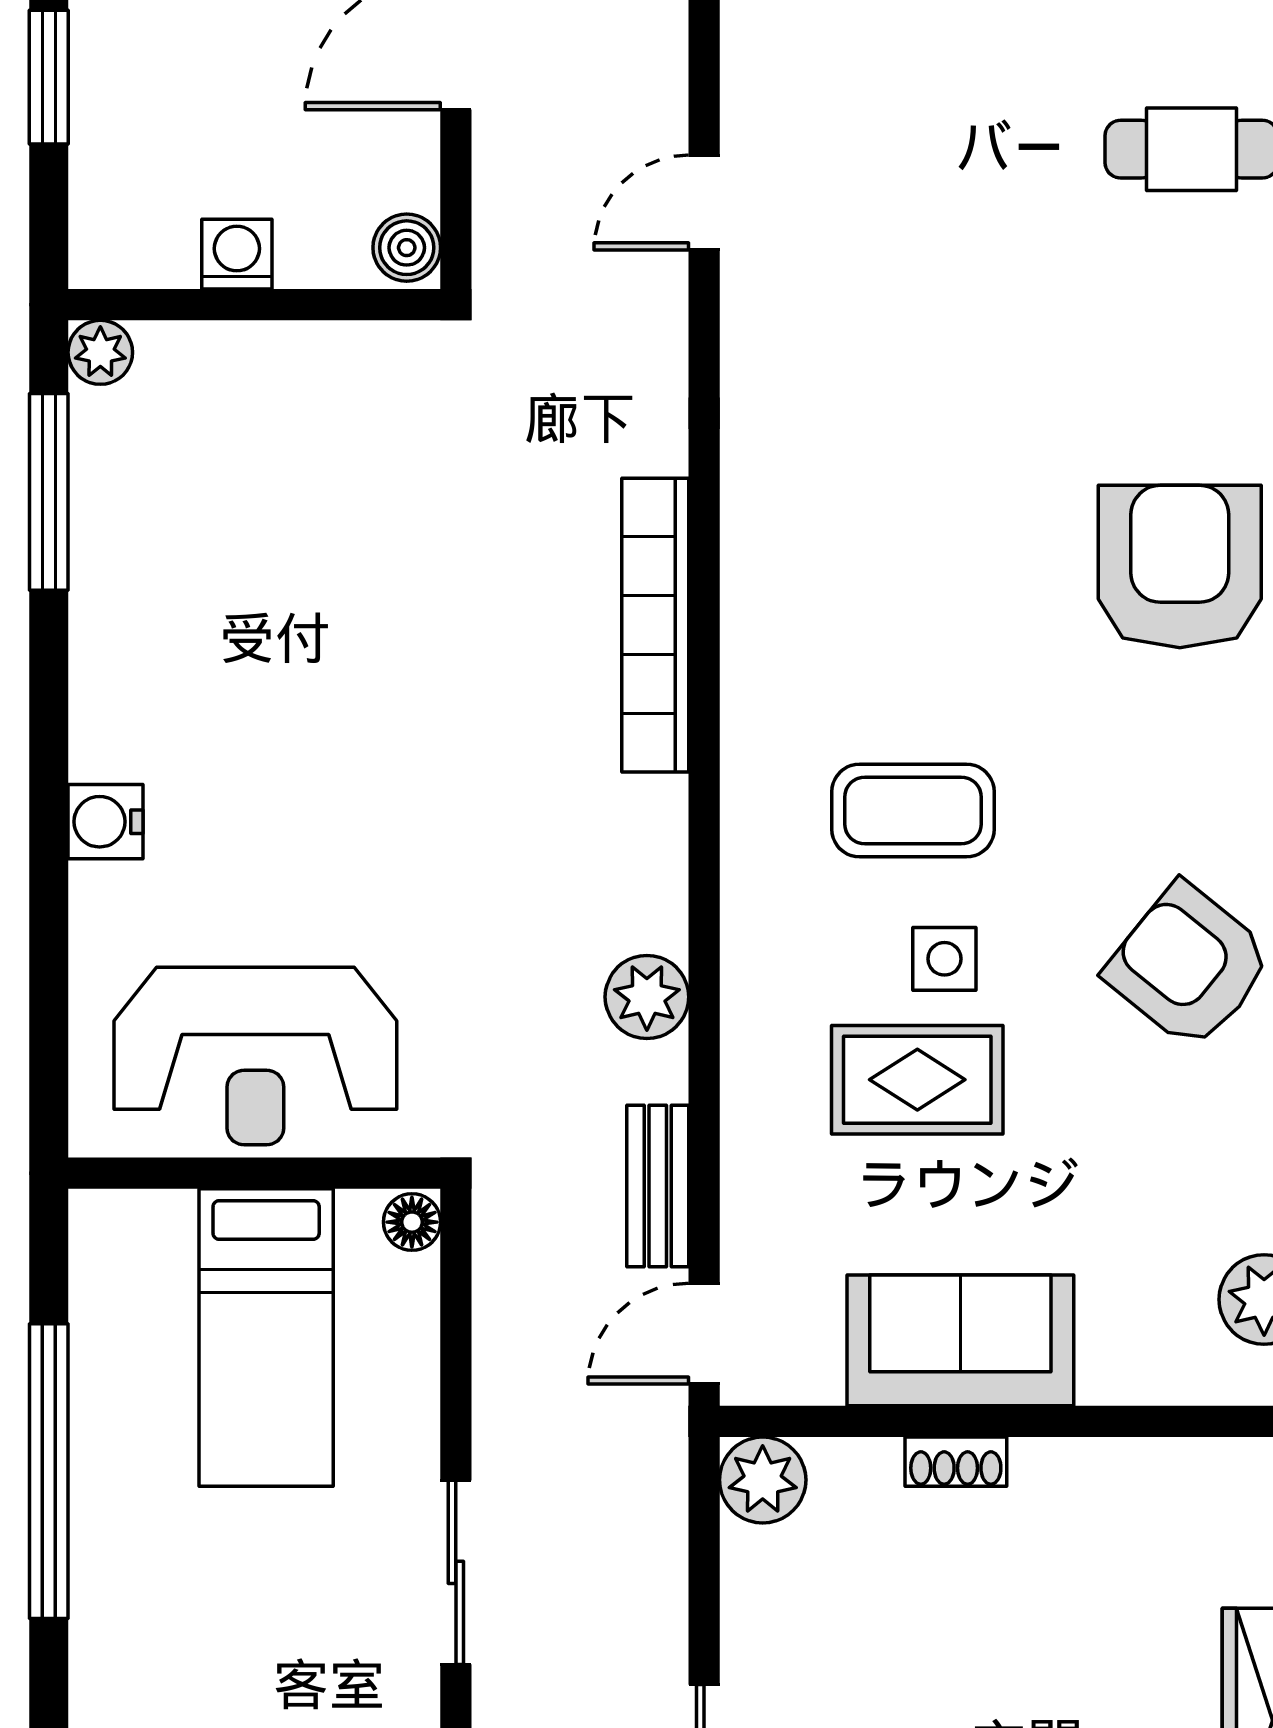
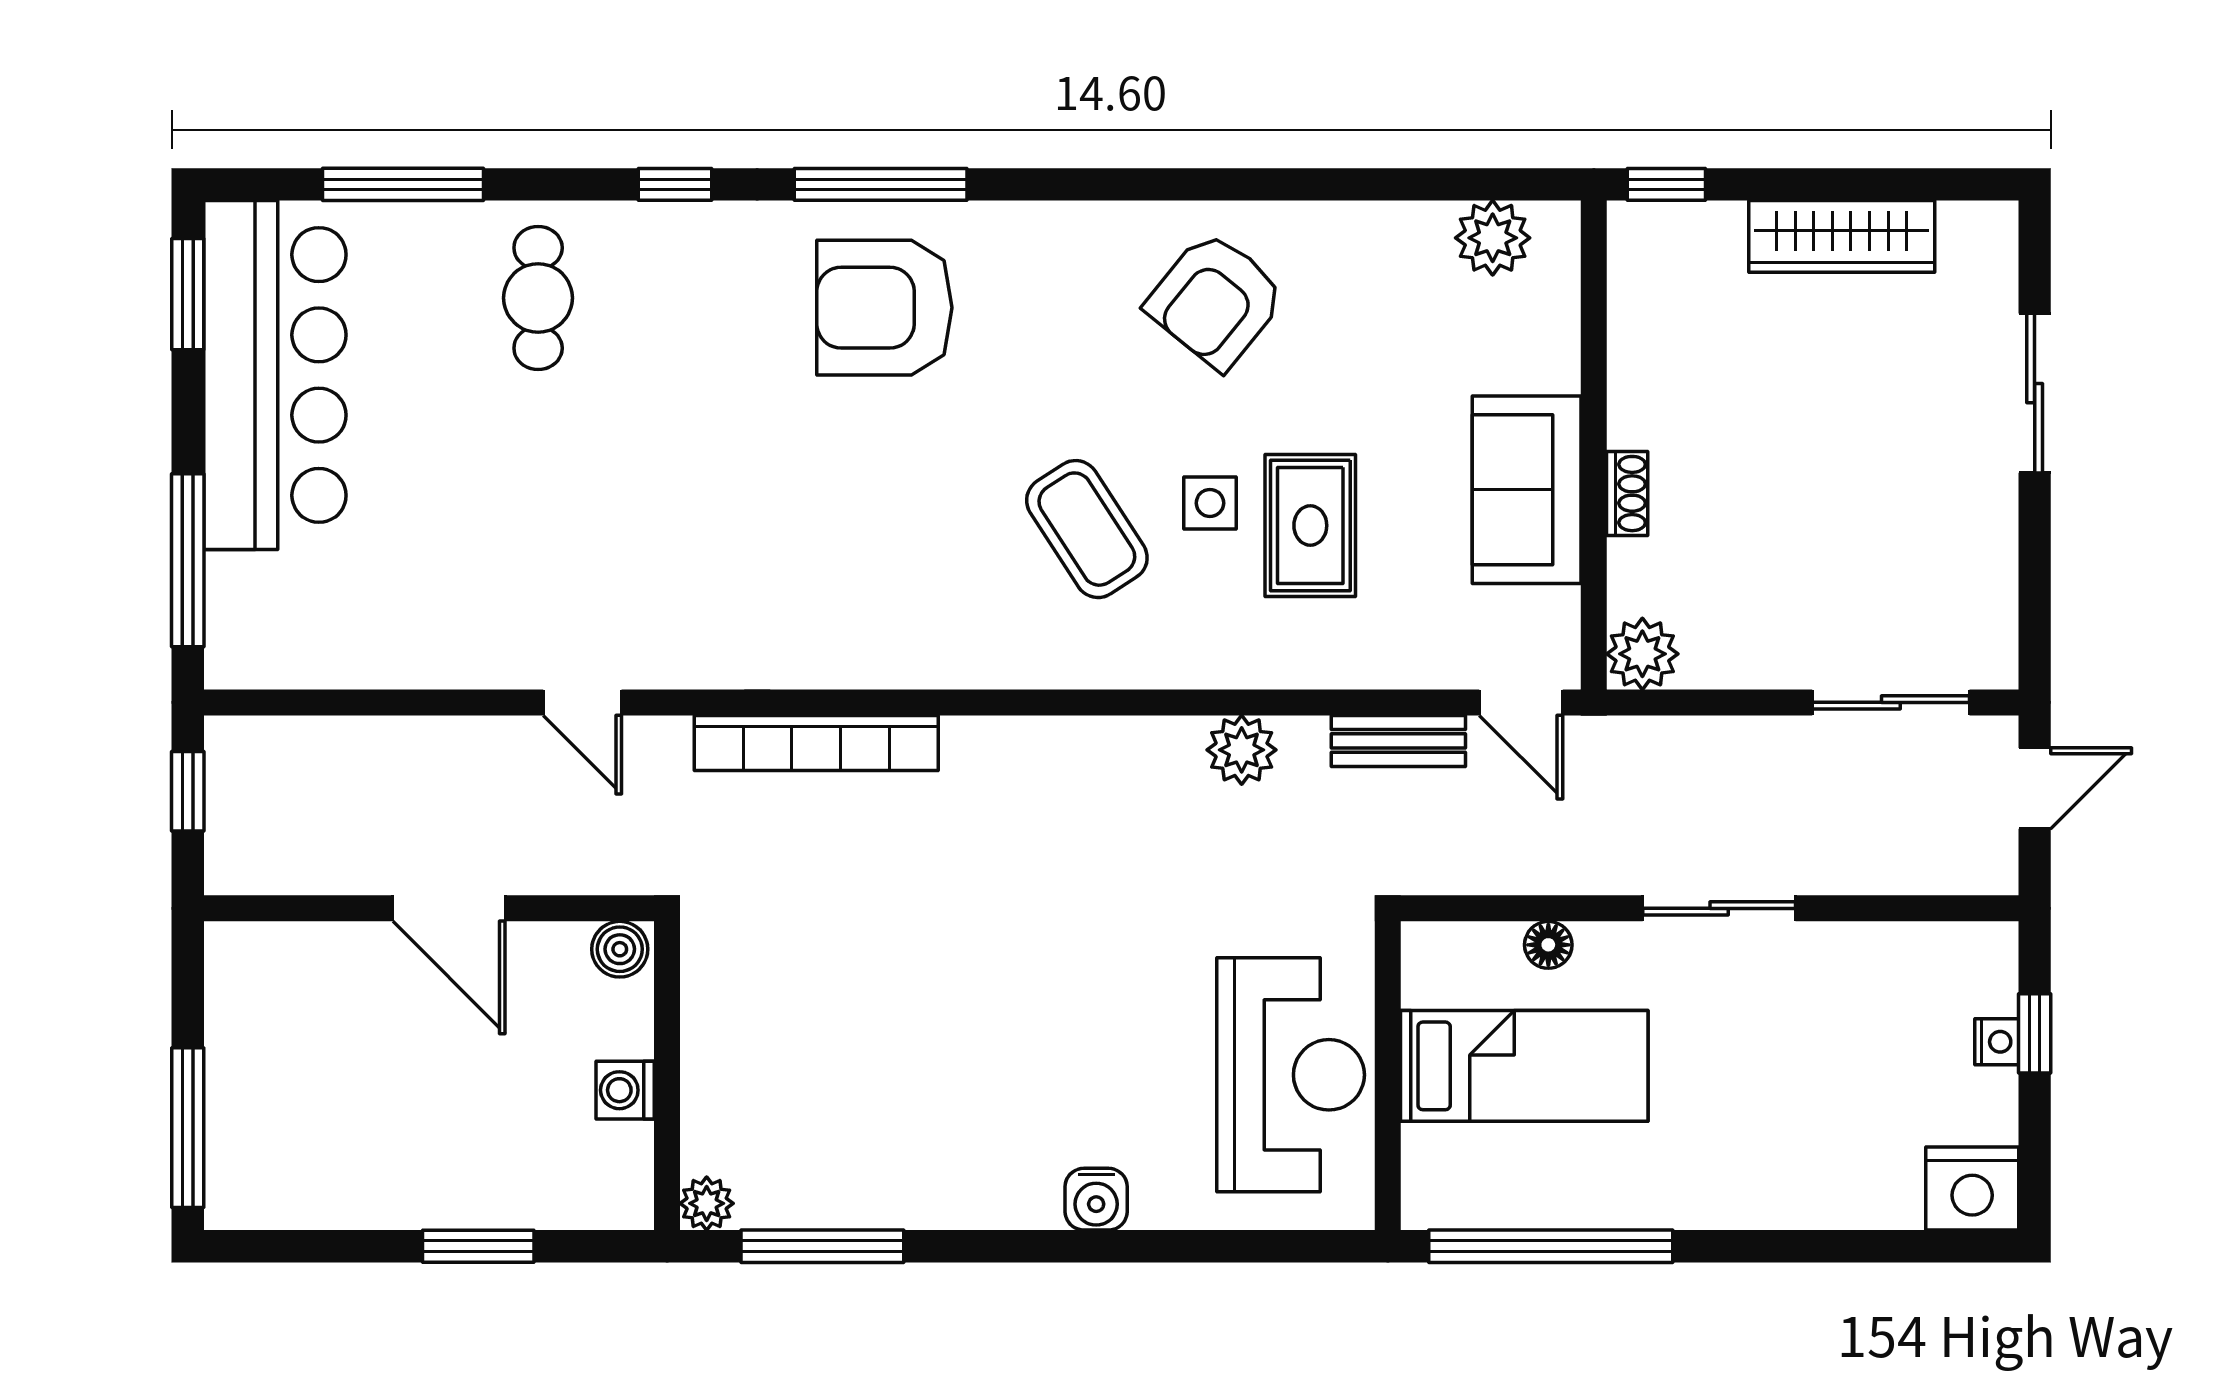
bookcase: (655, 625) -> (816, 743), moved
coffee table: (913, 811) -> (1087, 529), turned -33
floor lamp: (412, 1222) -> (1548, 945), moved
window: (49, 1471) -> (1551, 1246), moved

